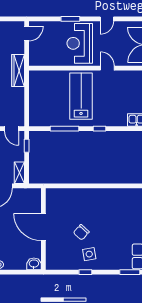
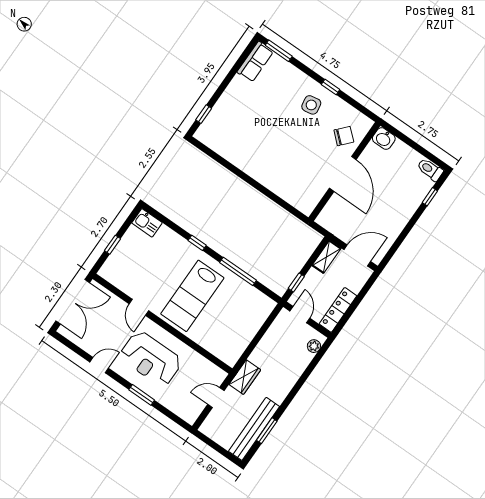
door: (27, 34) -> (216, 398), moved
reception desk: (80, 43) -> (151, 359), turned 90
wardrobe: (18, 70) -> (245, 377), width x0.67
chair: (81, 232) -> (344, 136), moved

